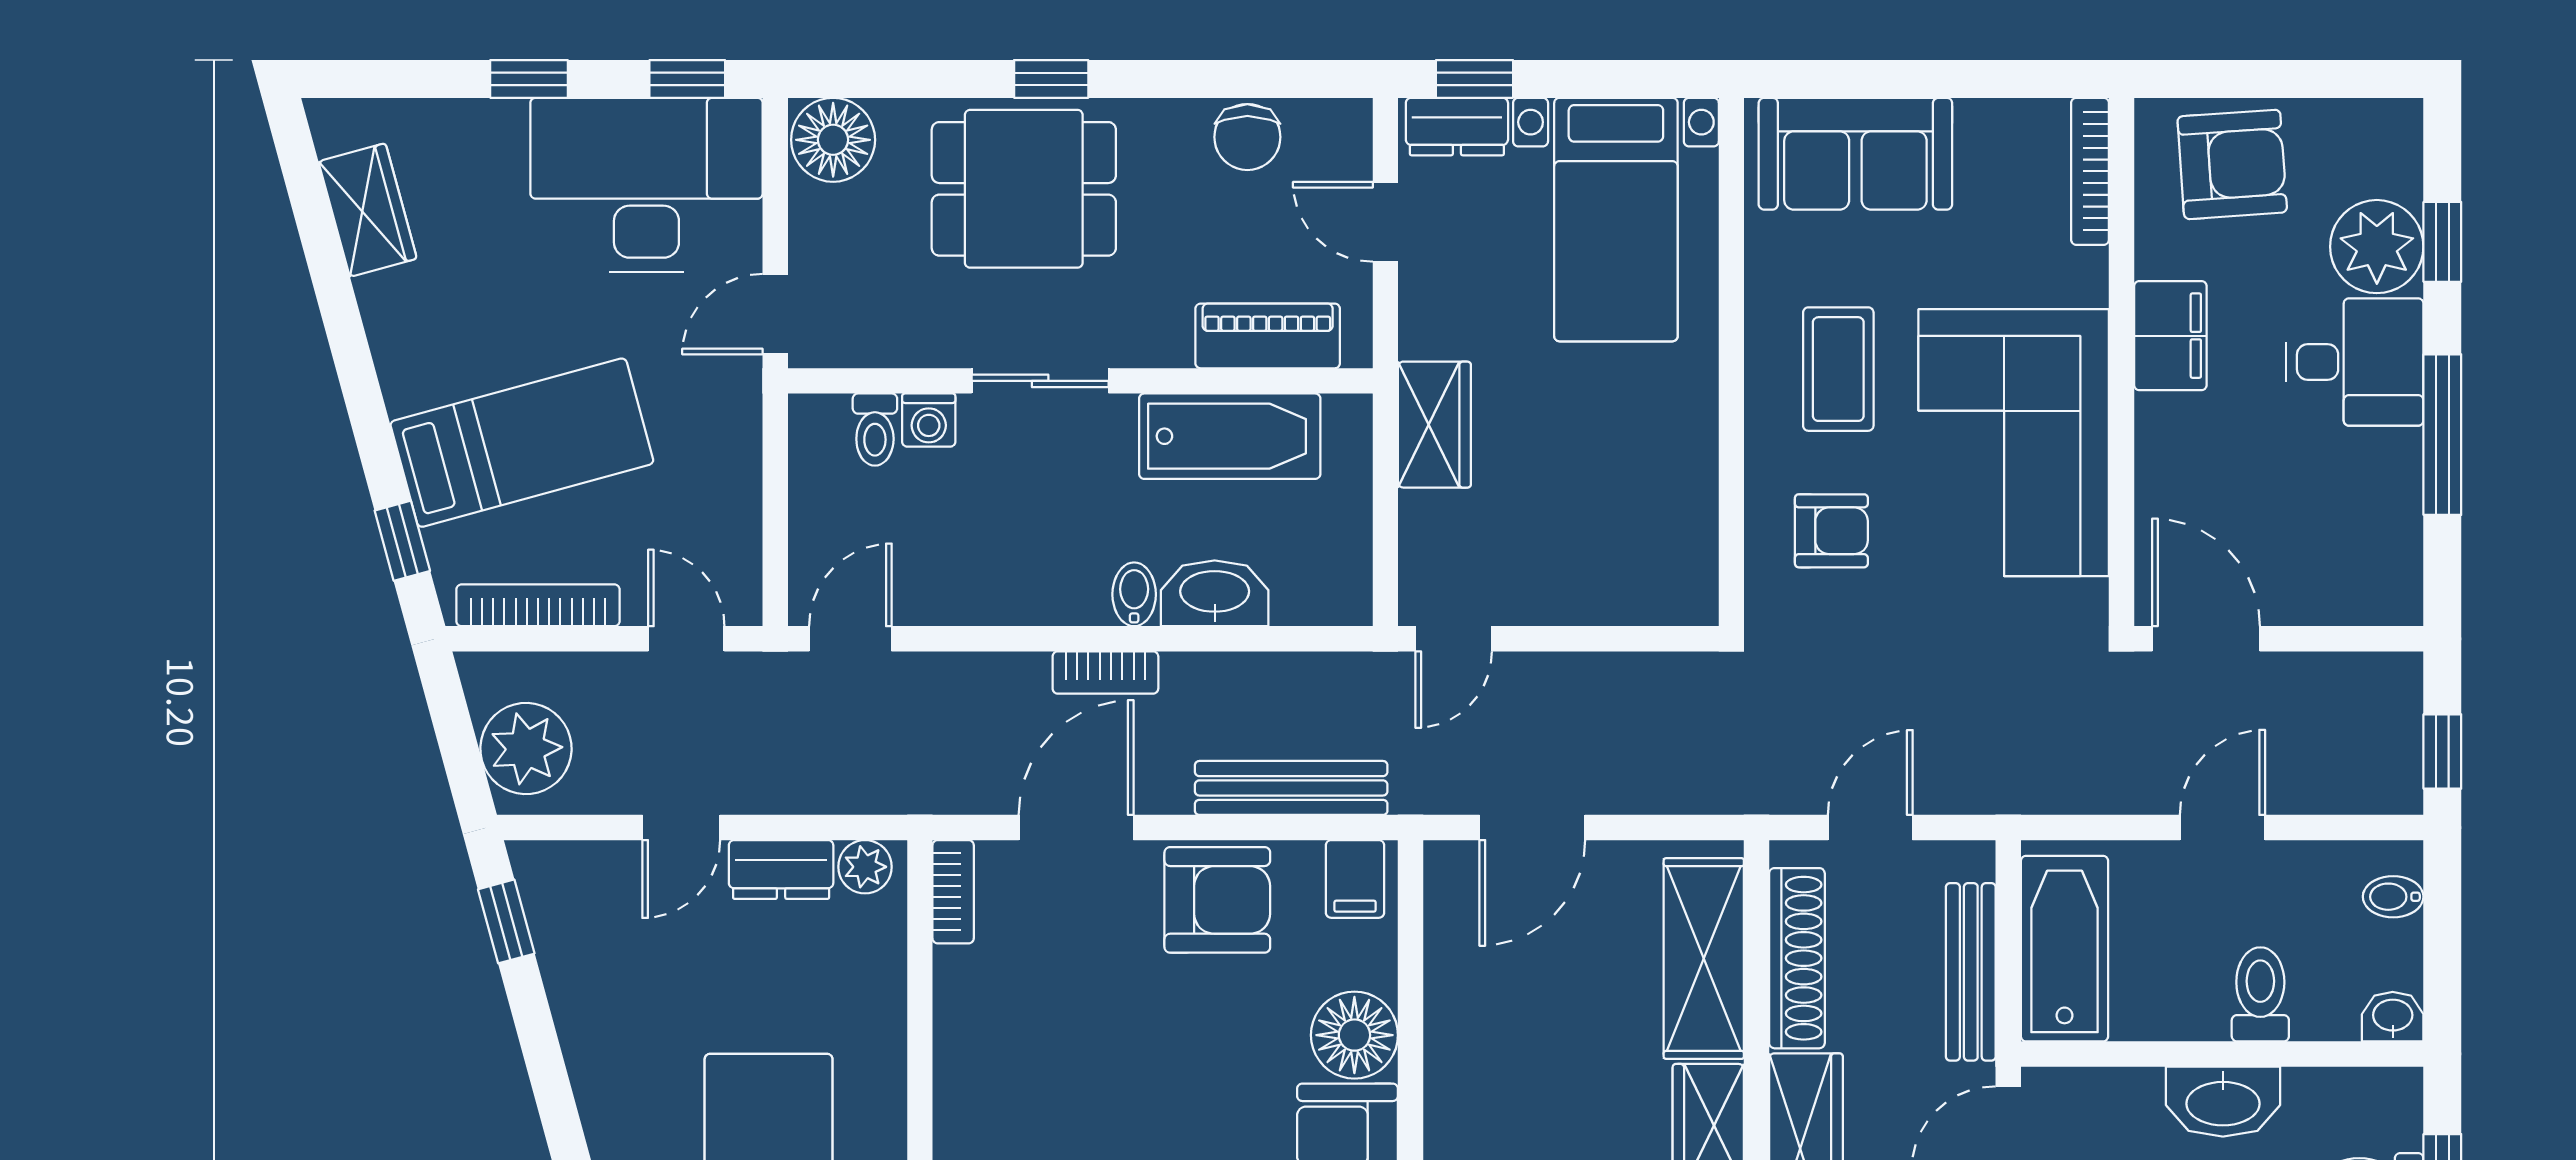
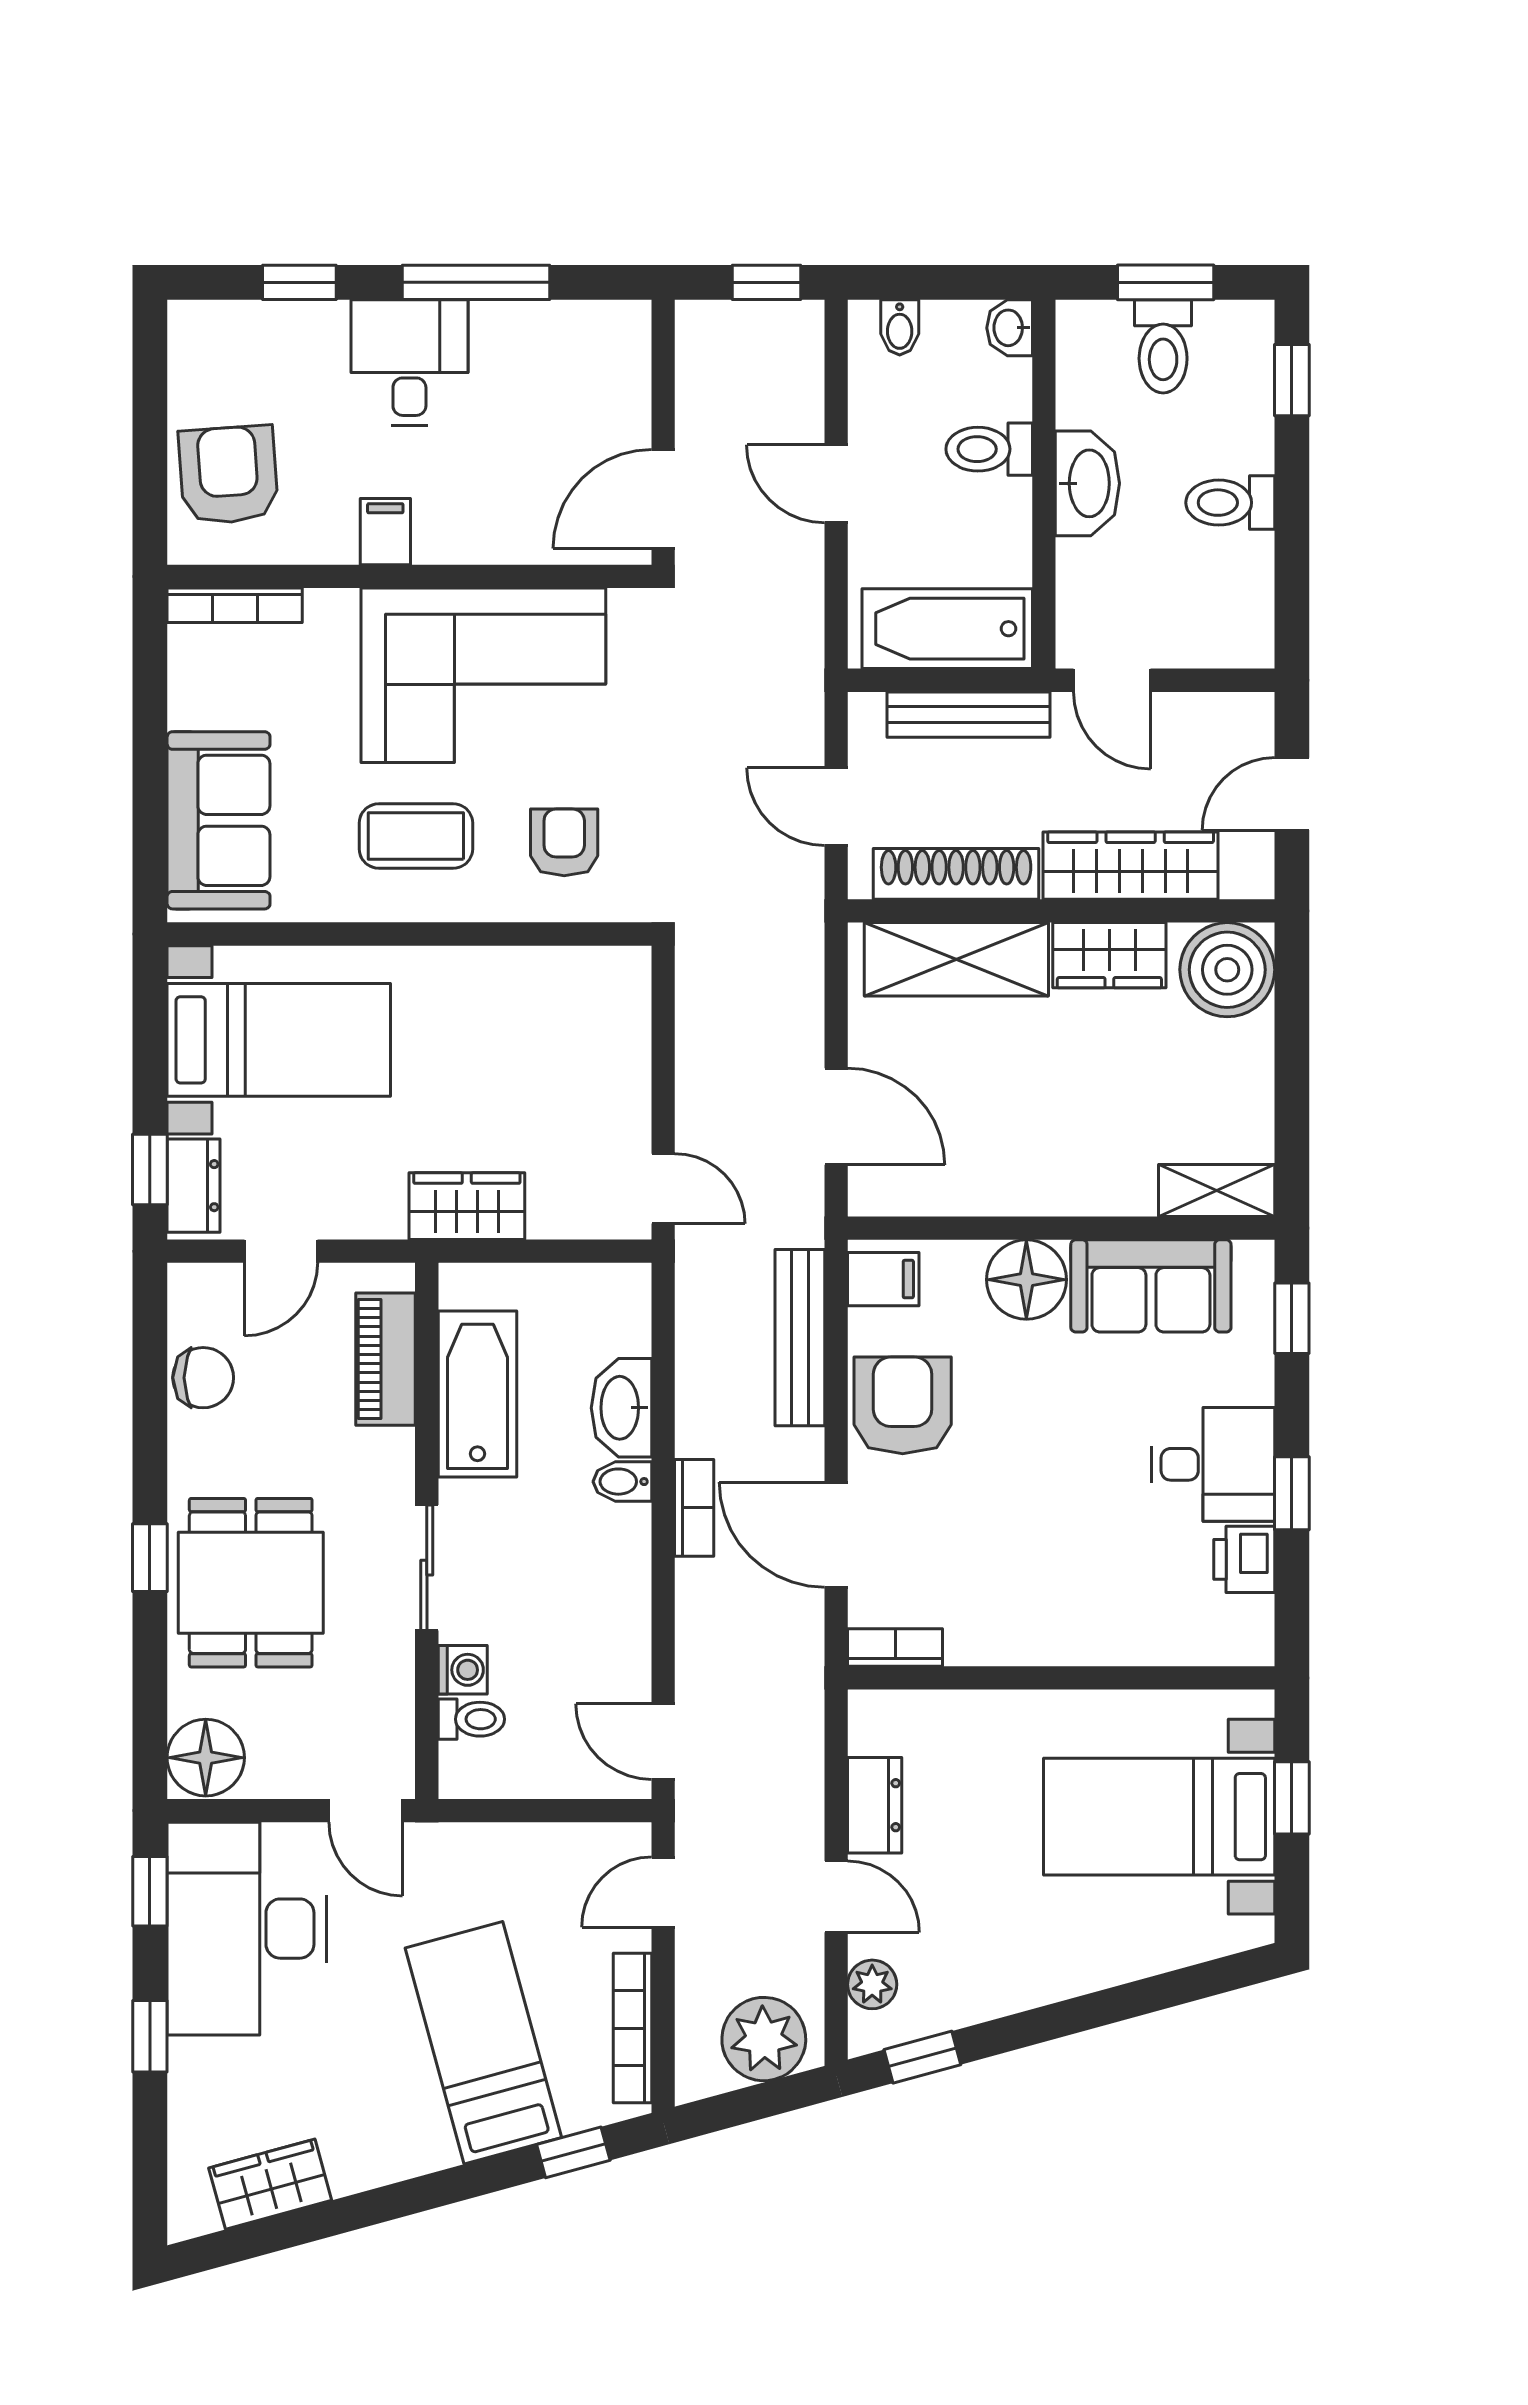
plant: (2377, 247) -> (304, 342), removed
filing cabinet: (2170, 336) -> (385, 532), width x0.50
plant: (865, 867) -> (872, 1984), moved

